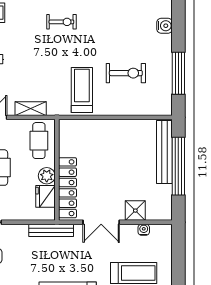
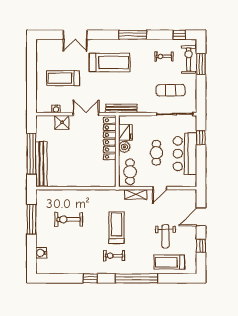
treadmill: (82, 90) -> (117, 228), moved, turned 180

